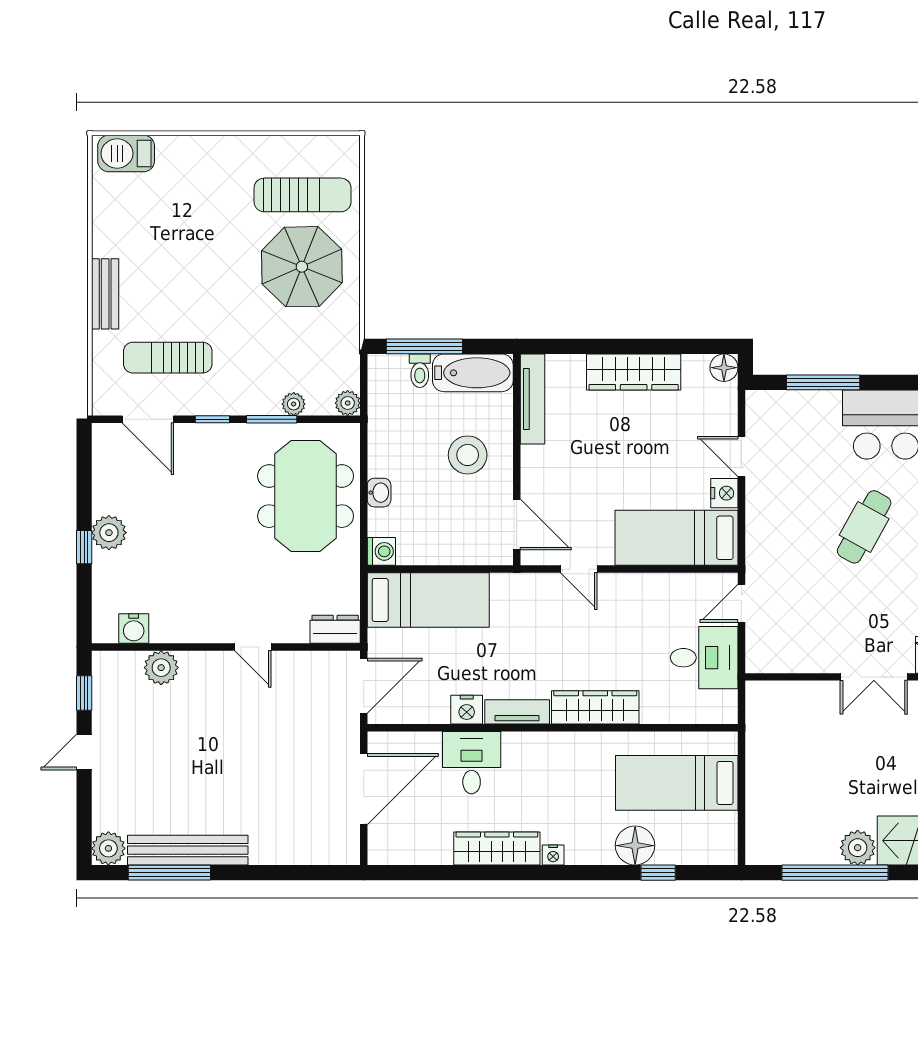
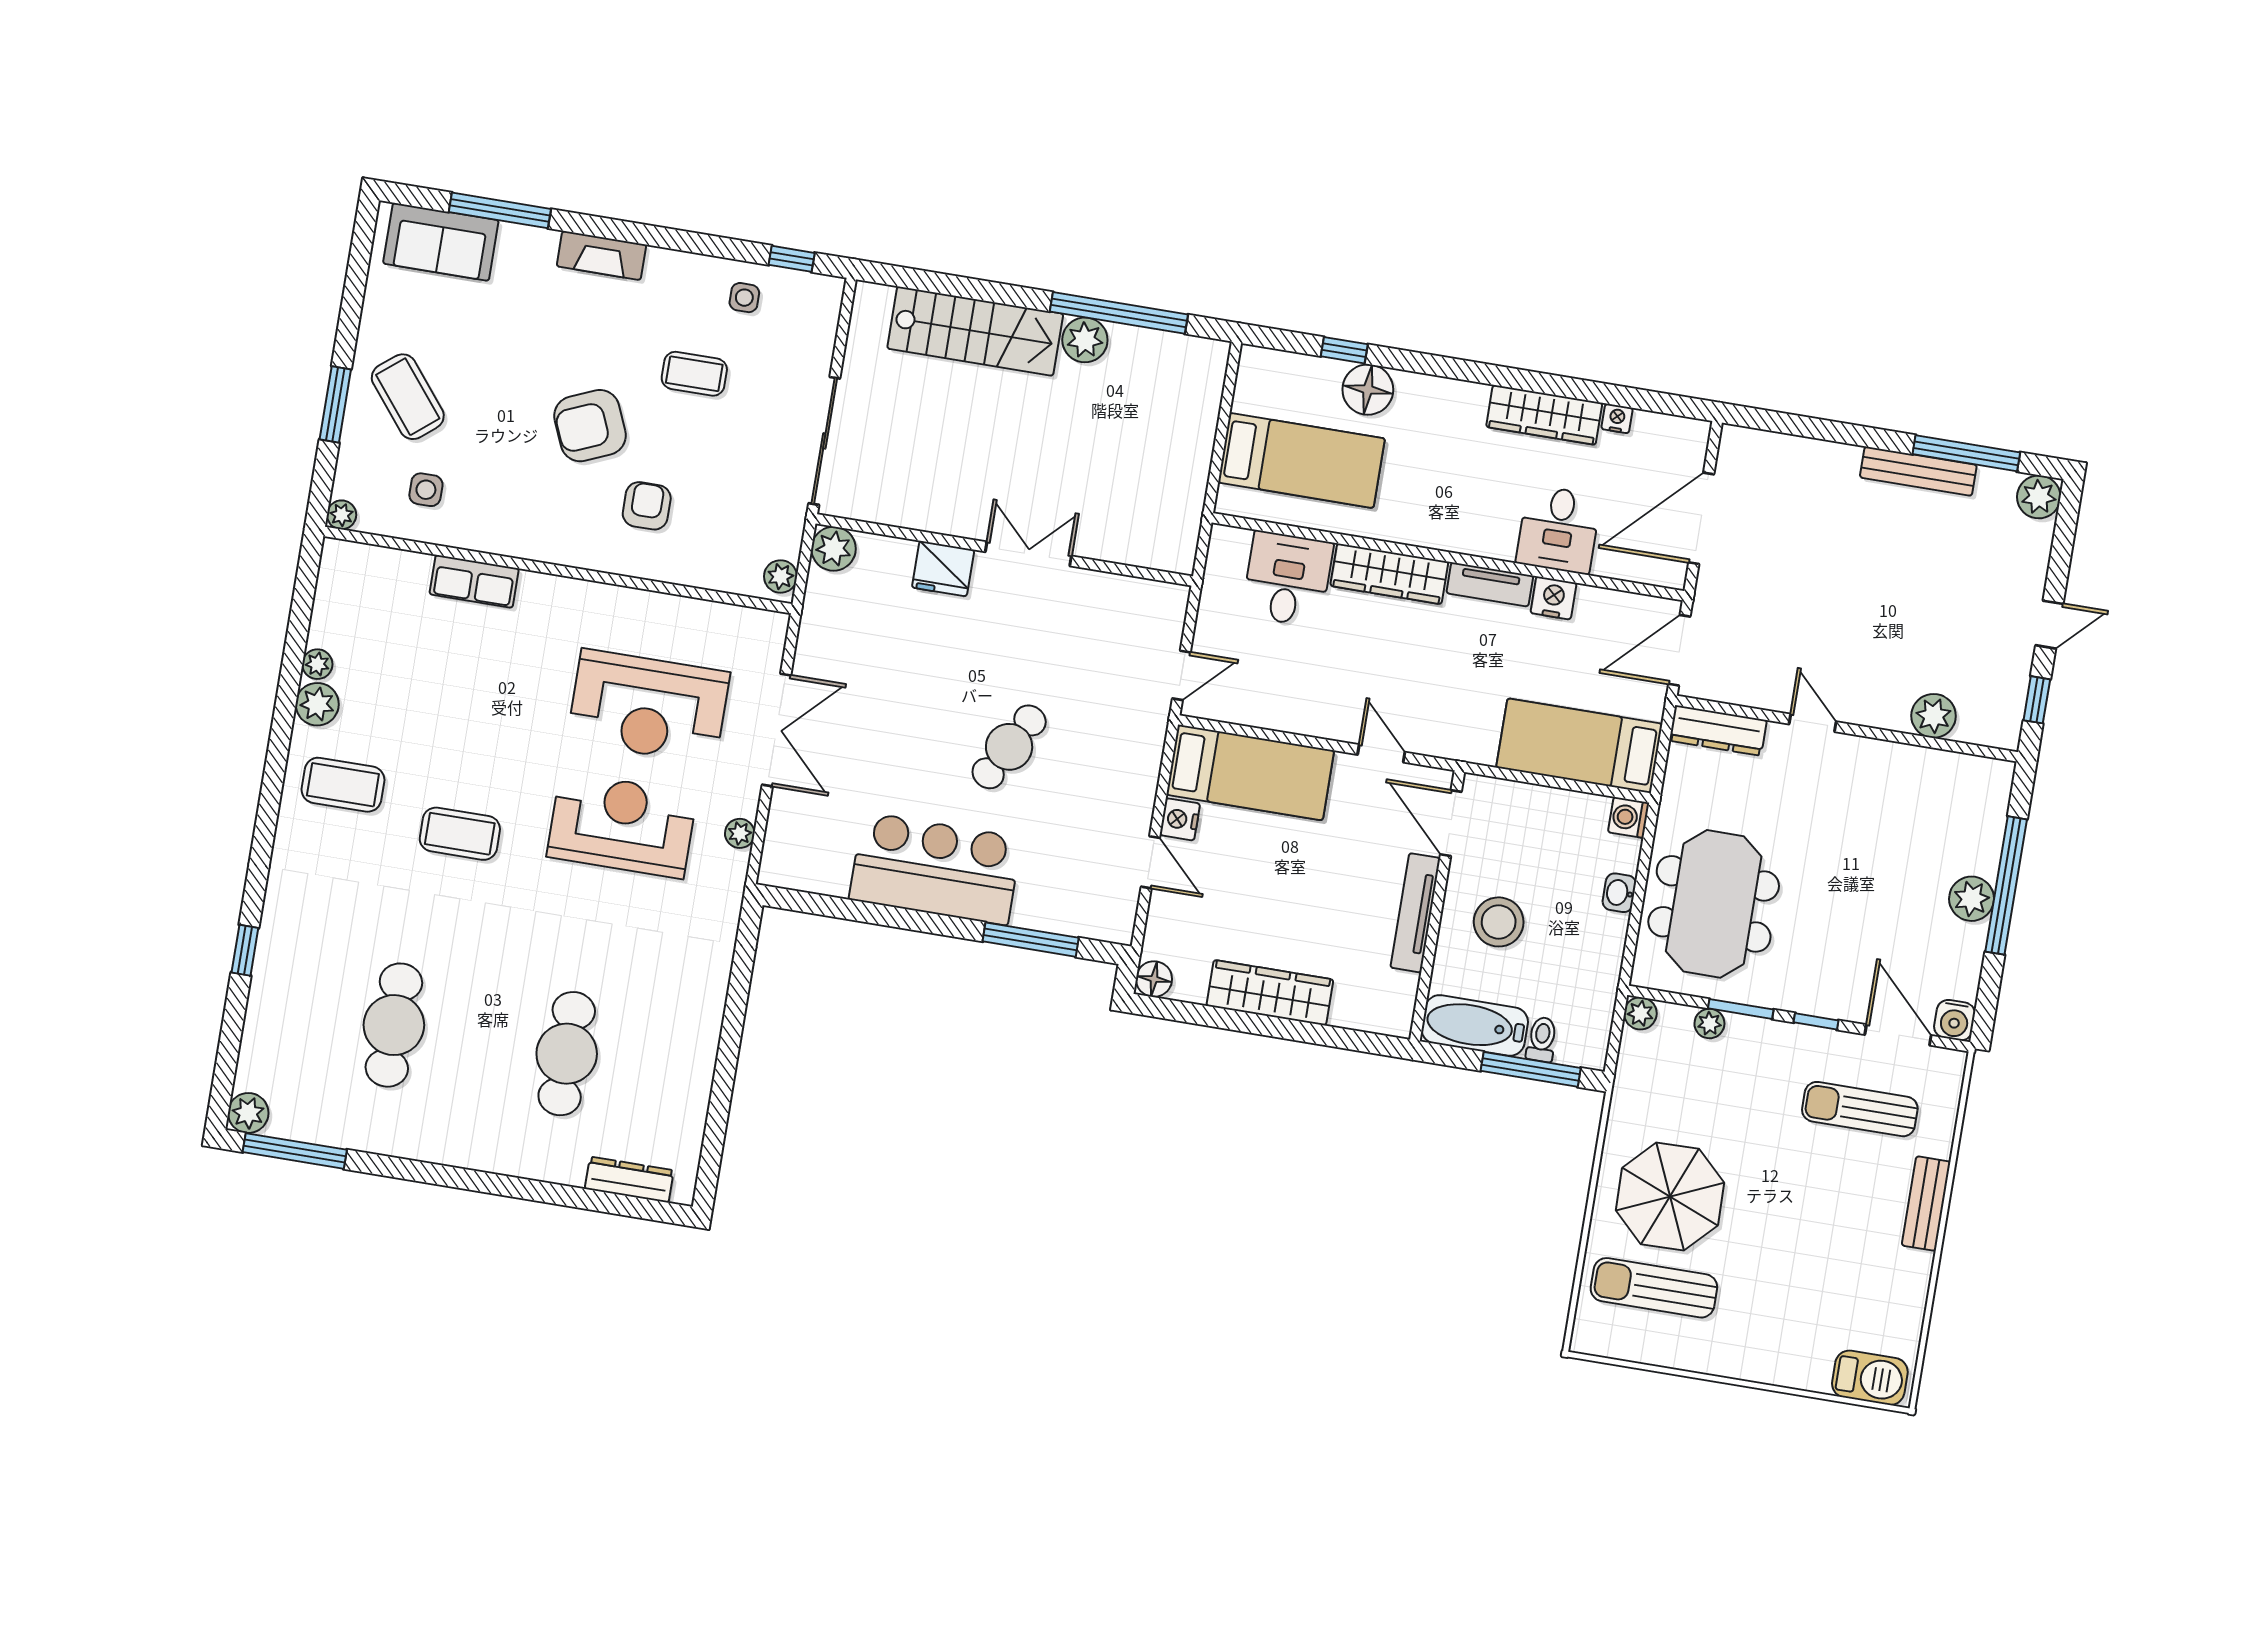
sun lounger: (168, 358) -> (1860, 1109), turned 180
tv unit: (532, 399) -> (1415, 913), moved
window: (84, 547) -> (2006, 885), width x3.17
water cooler: (134, 628) -> (1955, 1020), moved, turned 180
dresser: (335, 629) -> (1718, 730), width x1.44
desk: (704, 658) -> (1287, 579), moved, turned 90
bench: (188, 850) -> (1918, 471), width x0.73, depth x0.82
nightstand: (553, 855) -> (1617, 418), moved

